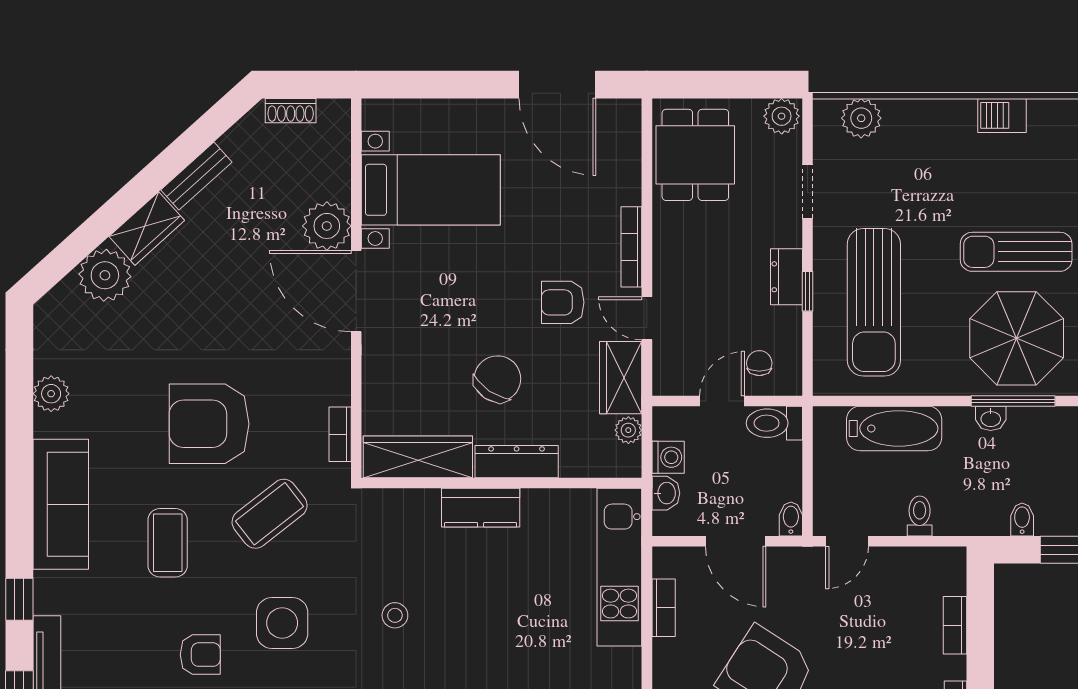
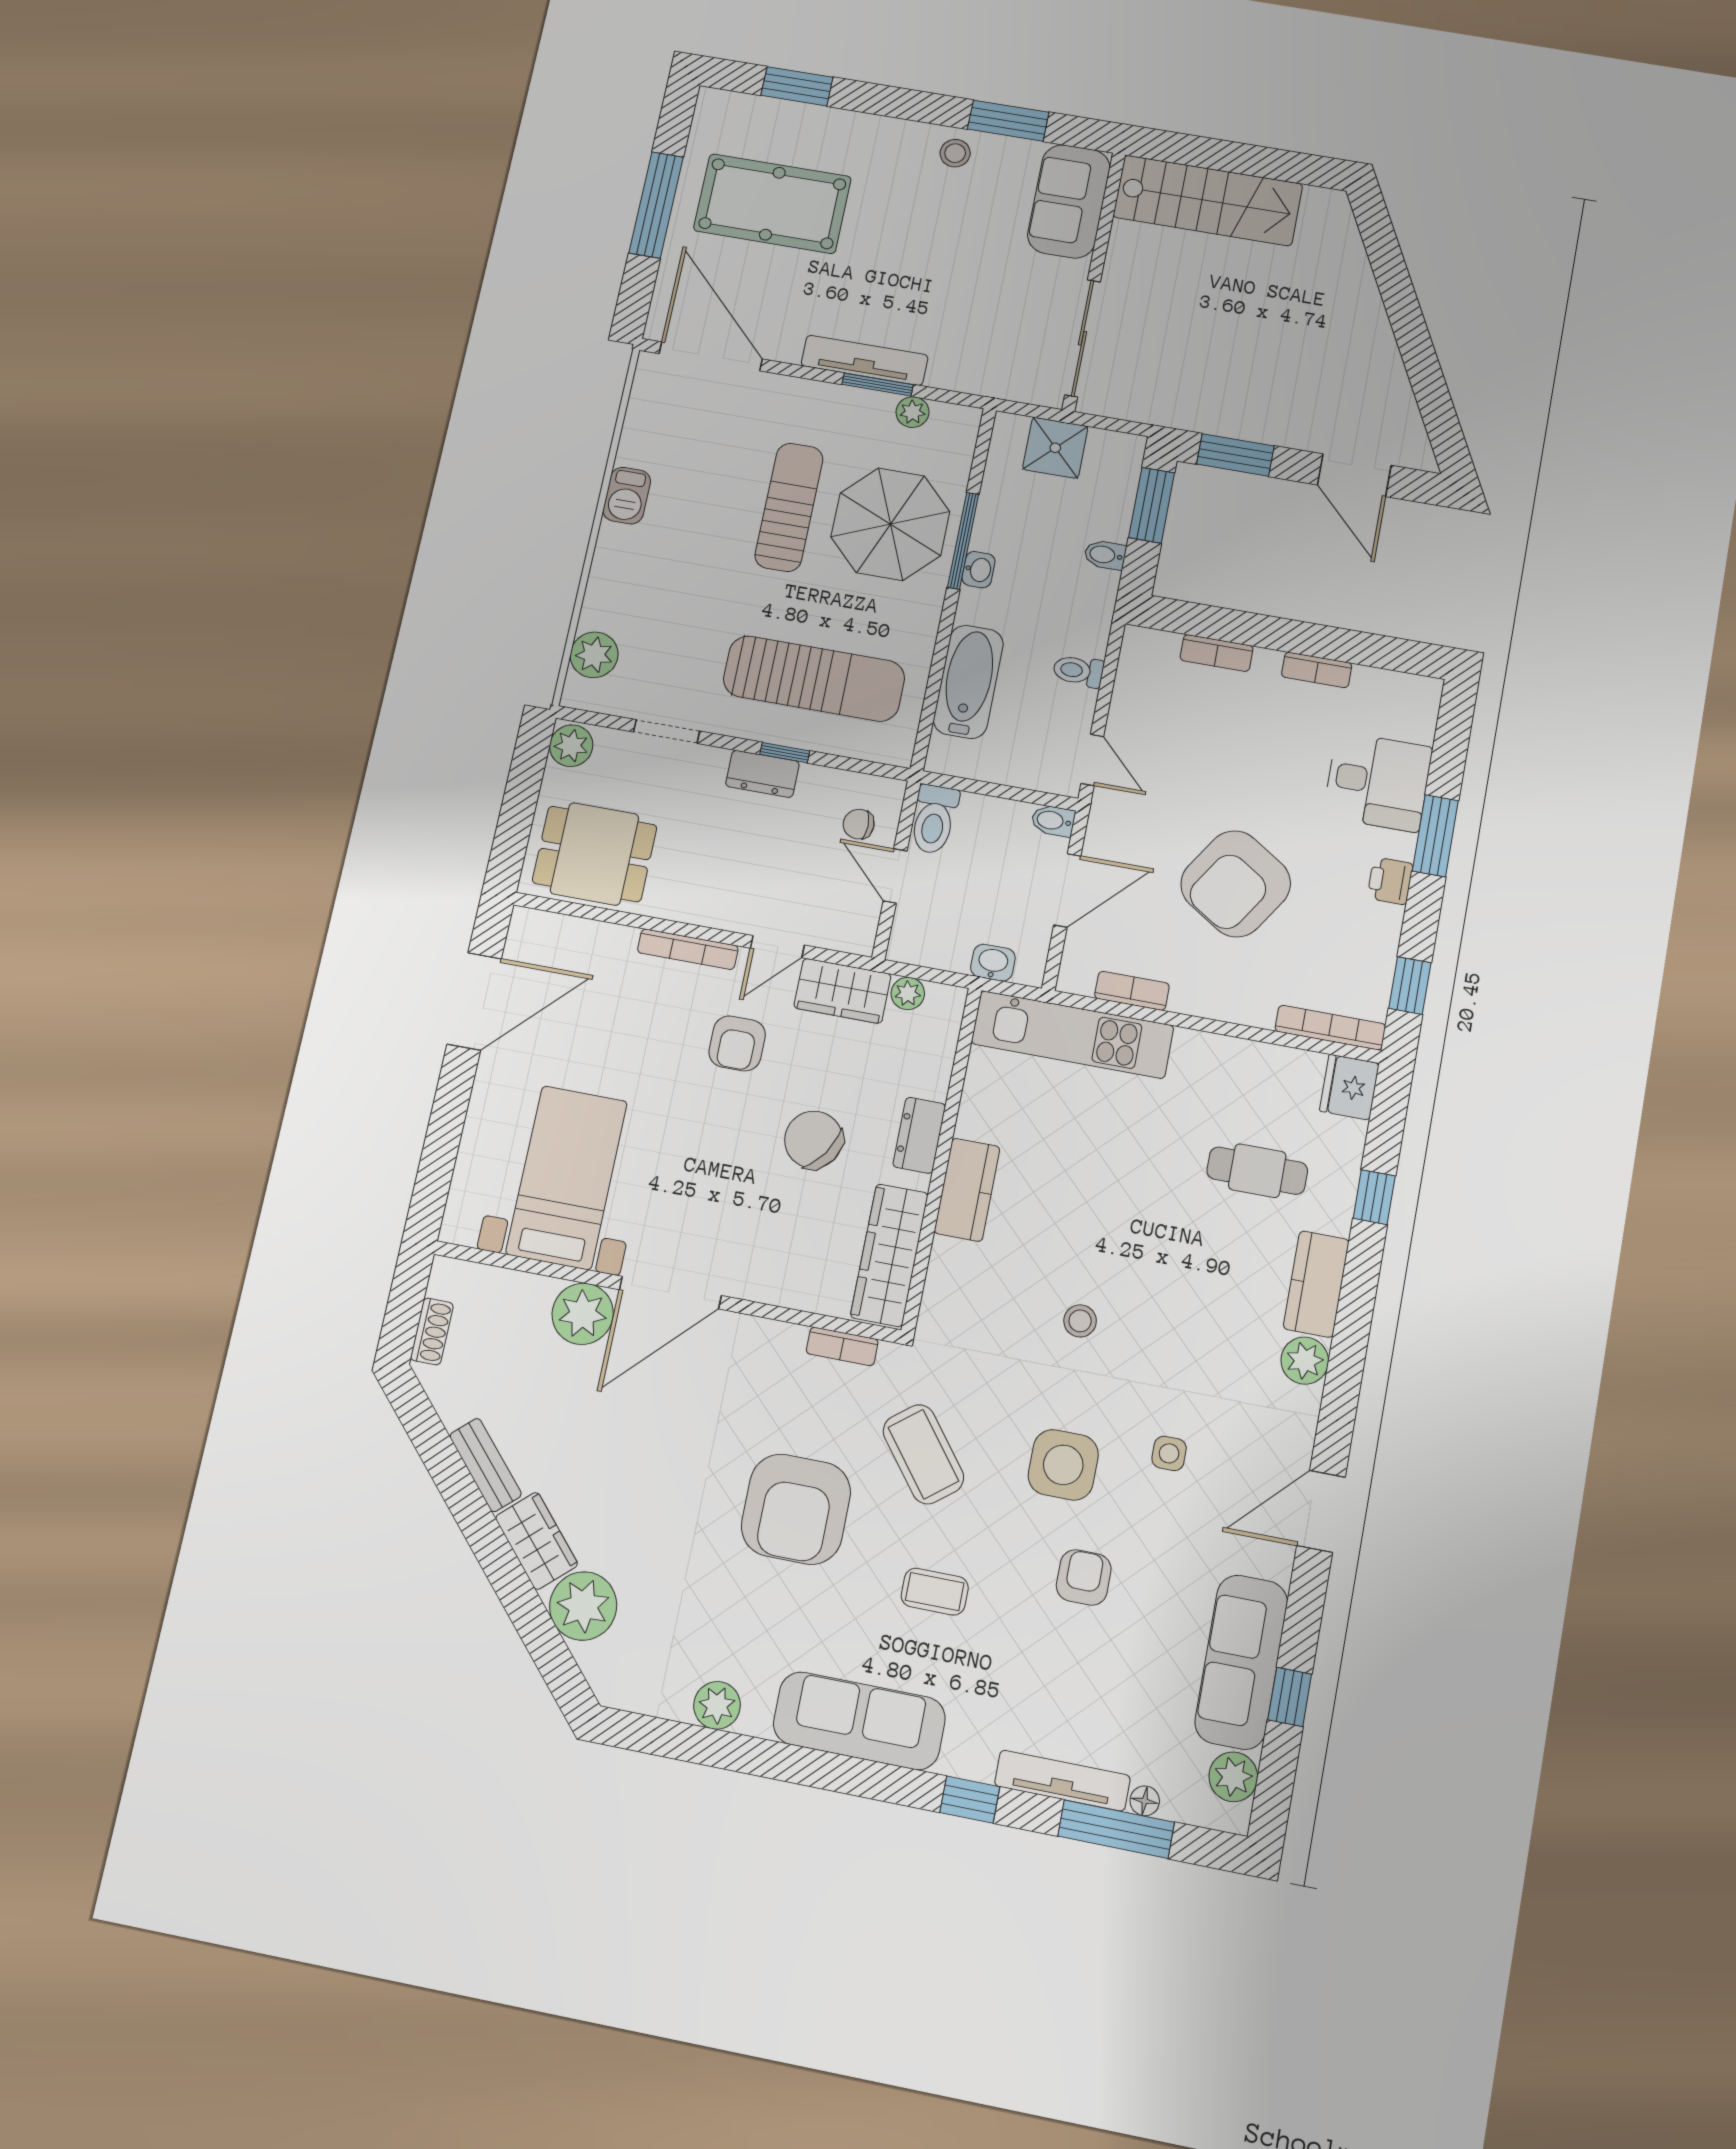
sun lounger: (1016, 252) -> (789, 507), turned 180
washing machine: (668, 457) -> (950, 952), removed
dresser: (517, 462) -> (919, 1135), width x0.70
coffee table: (168, 543) -> (935, 1592), width x0.73, depth x0.77

